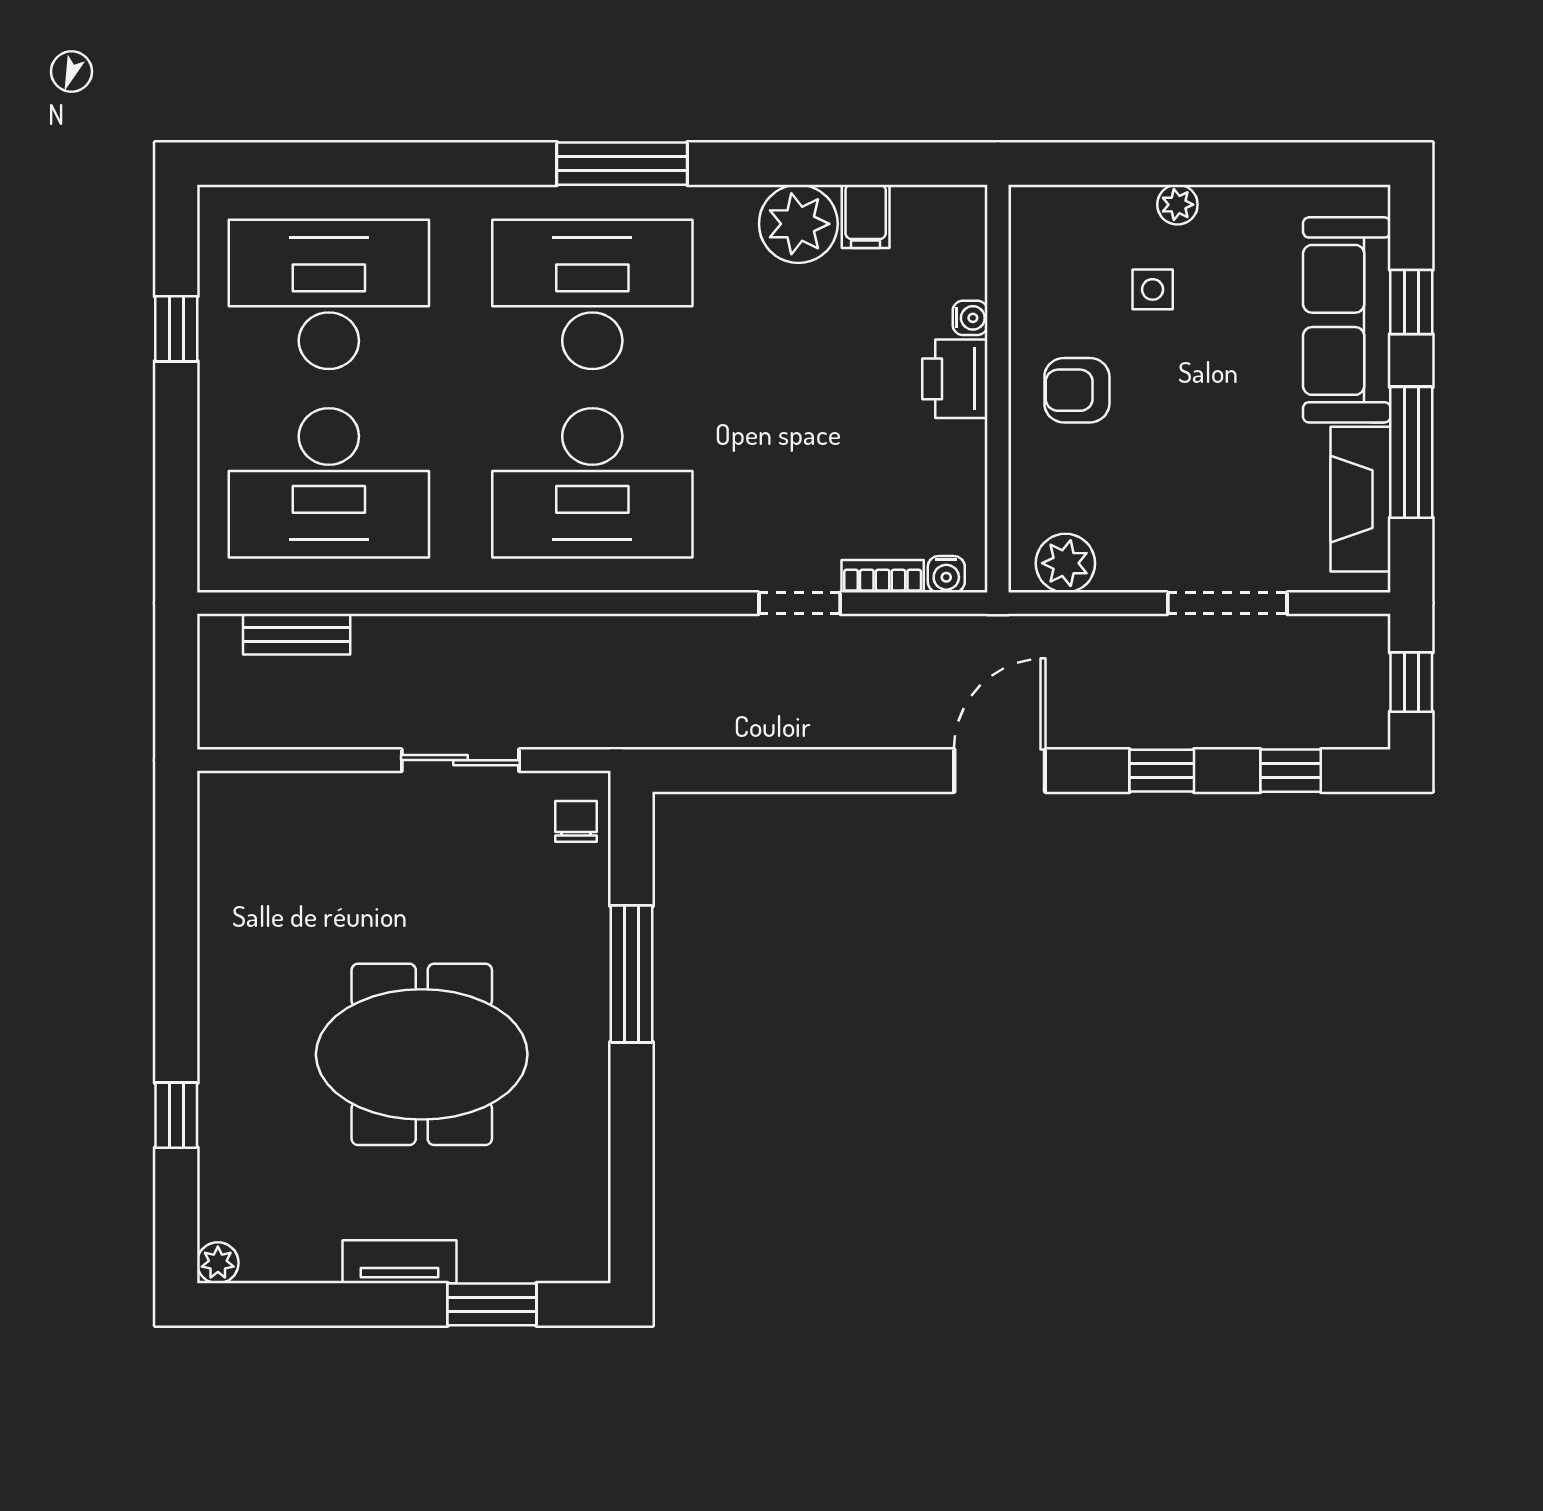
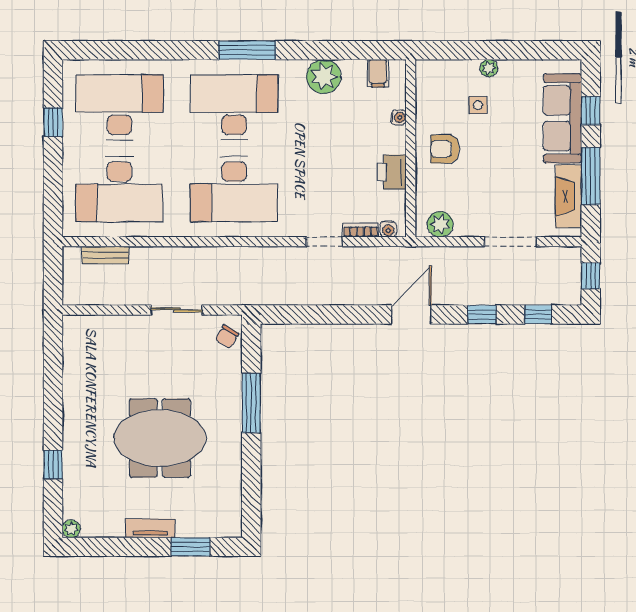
filing cabinet: (866, 216) -> (378, 73), moved
printer: (955, 379) -> (392, 172), moved
chair: (576, 821) -> (227, 337), turned -150

